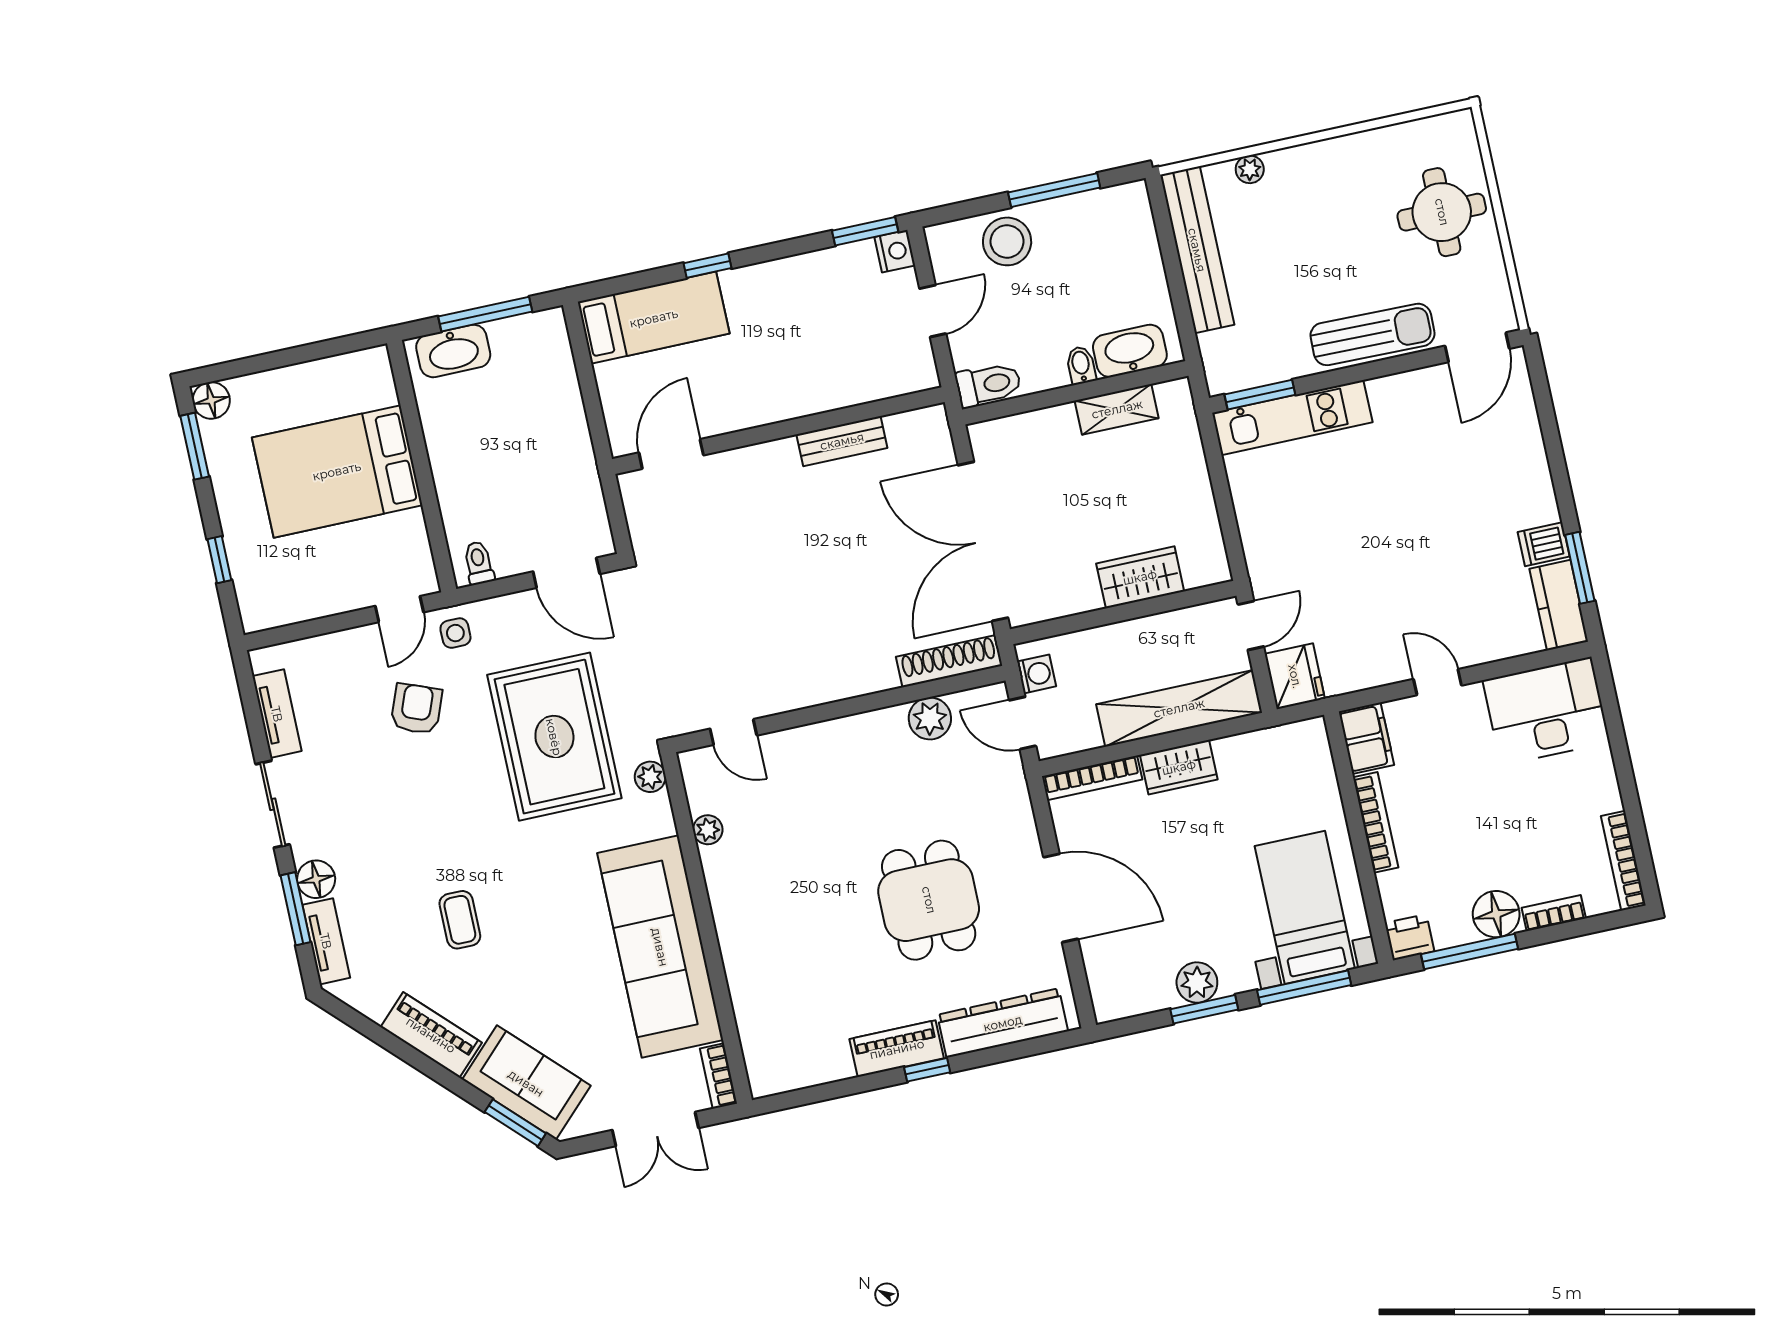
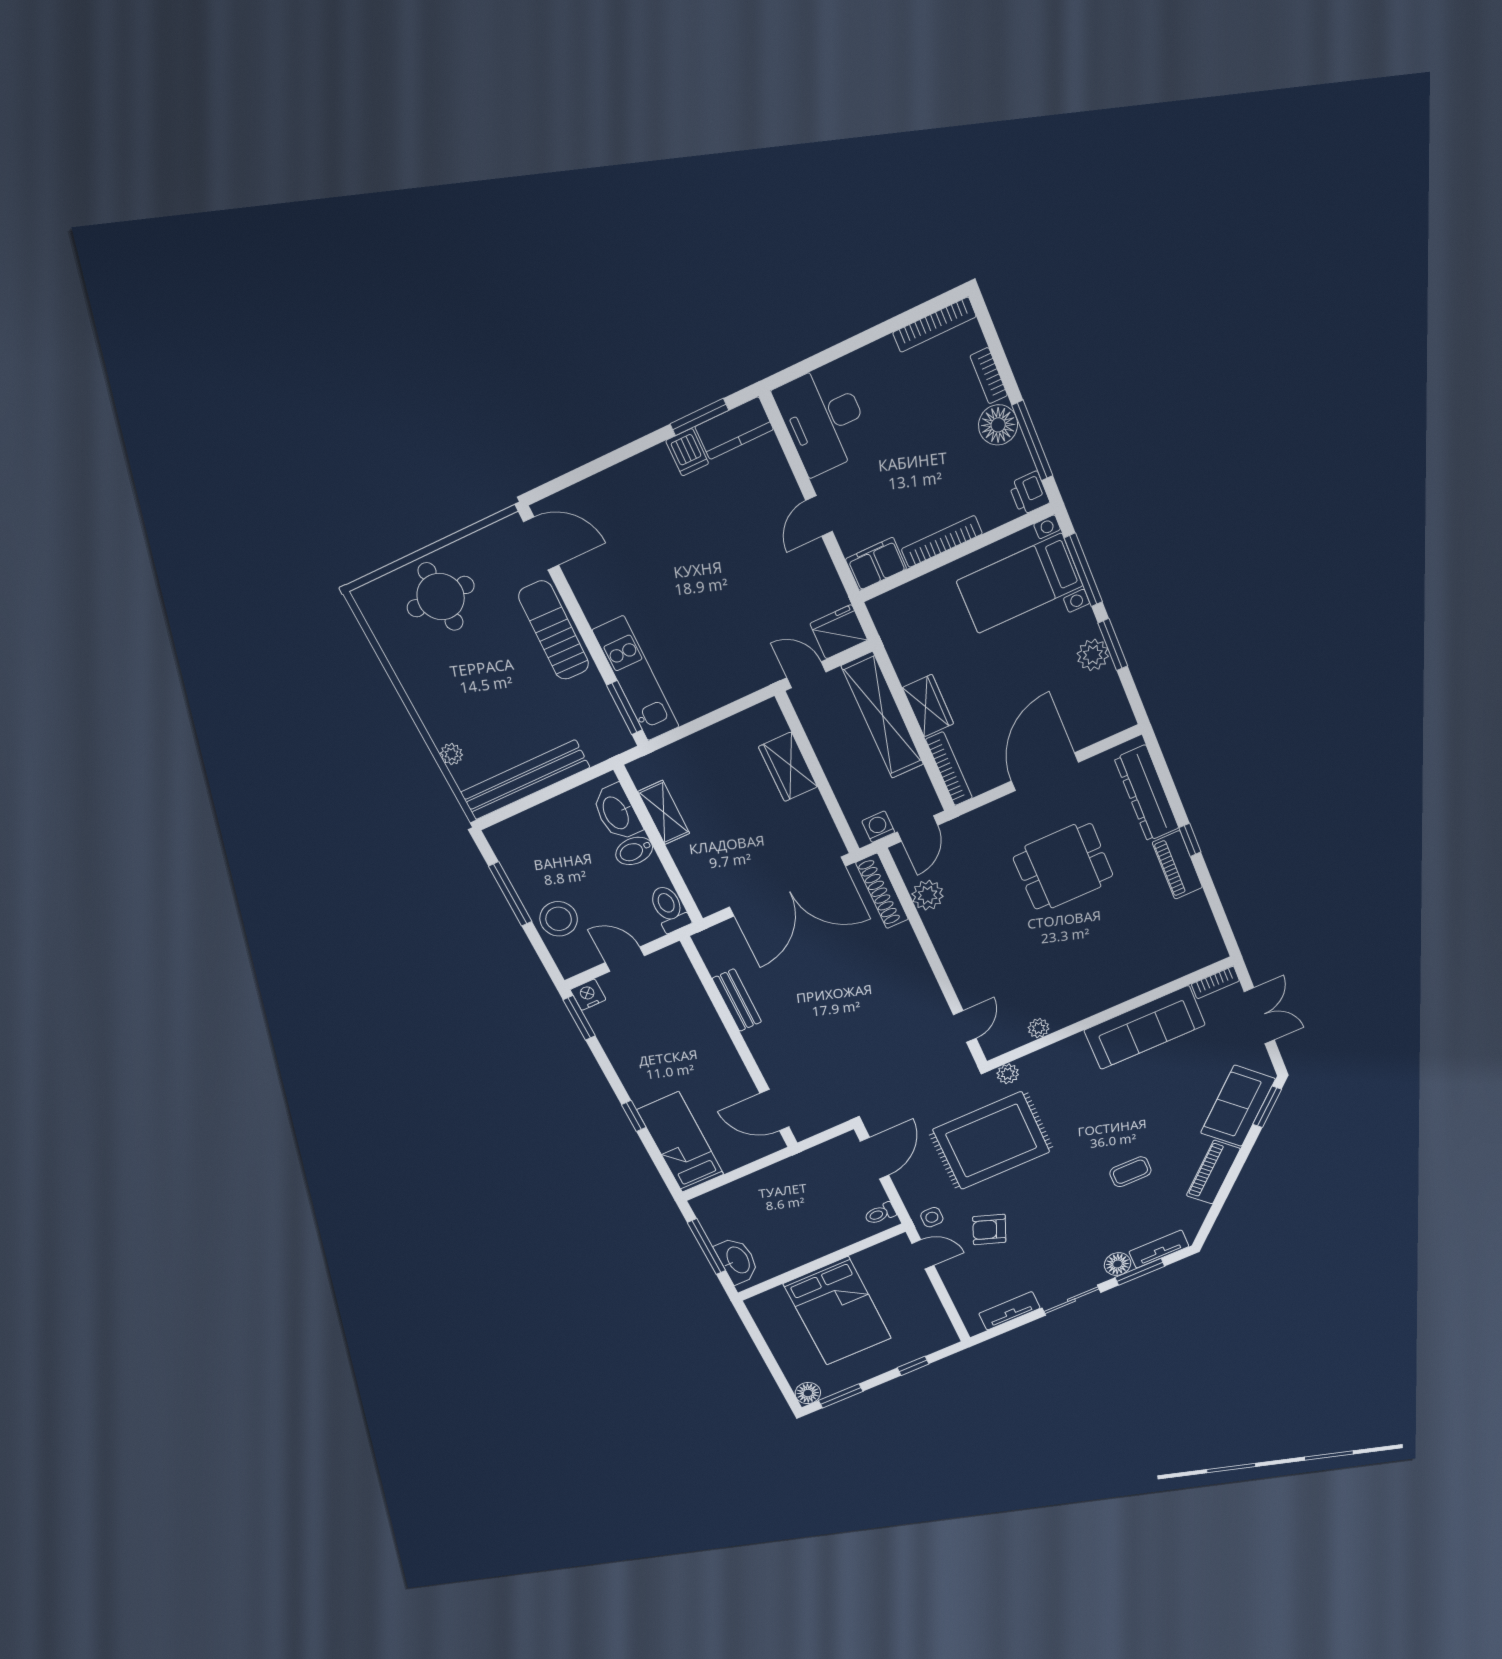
bidet: (1081, 365) -> (634, 851), width x1.38, depth x1.36
sofa: (660, 947) -> (1145, 1028), width x0.74, depth x0.79

